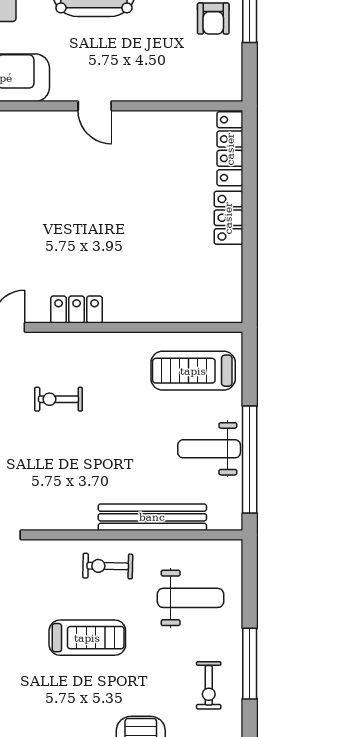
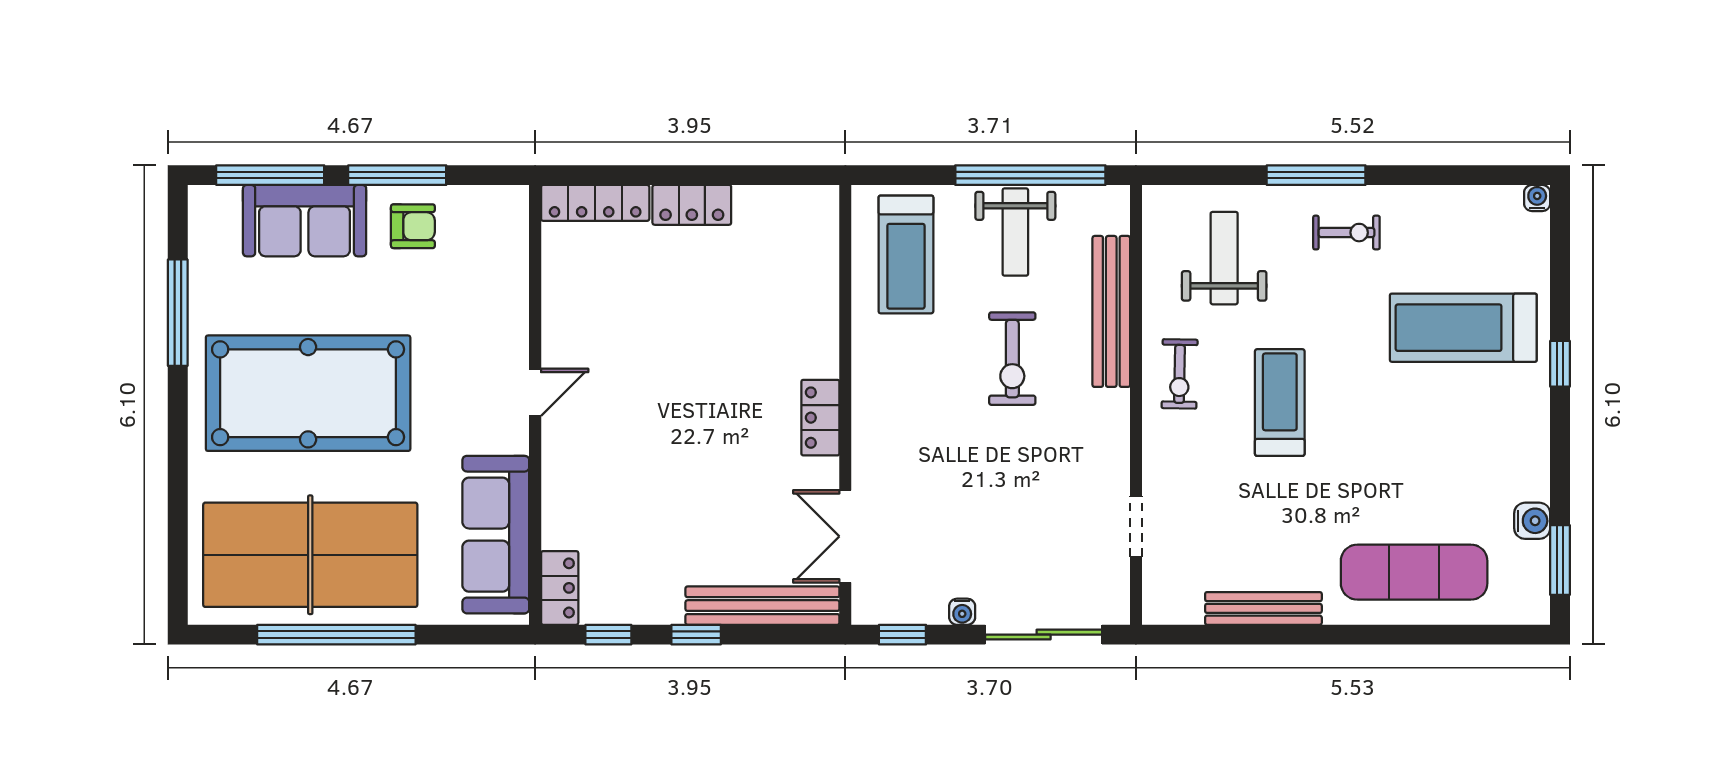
exercise bike: (58, 399) -> (1012, 359), moved, width x1.38, depth x1.39

